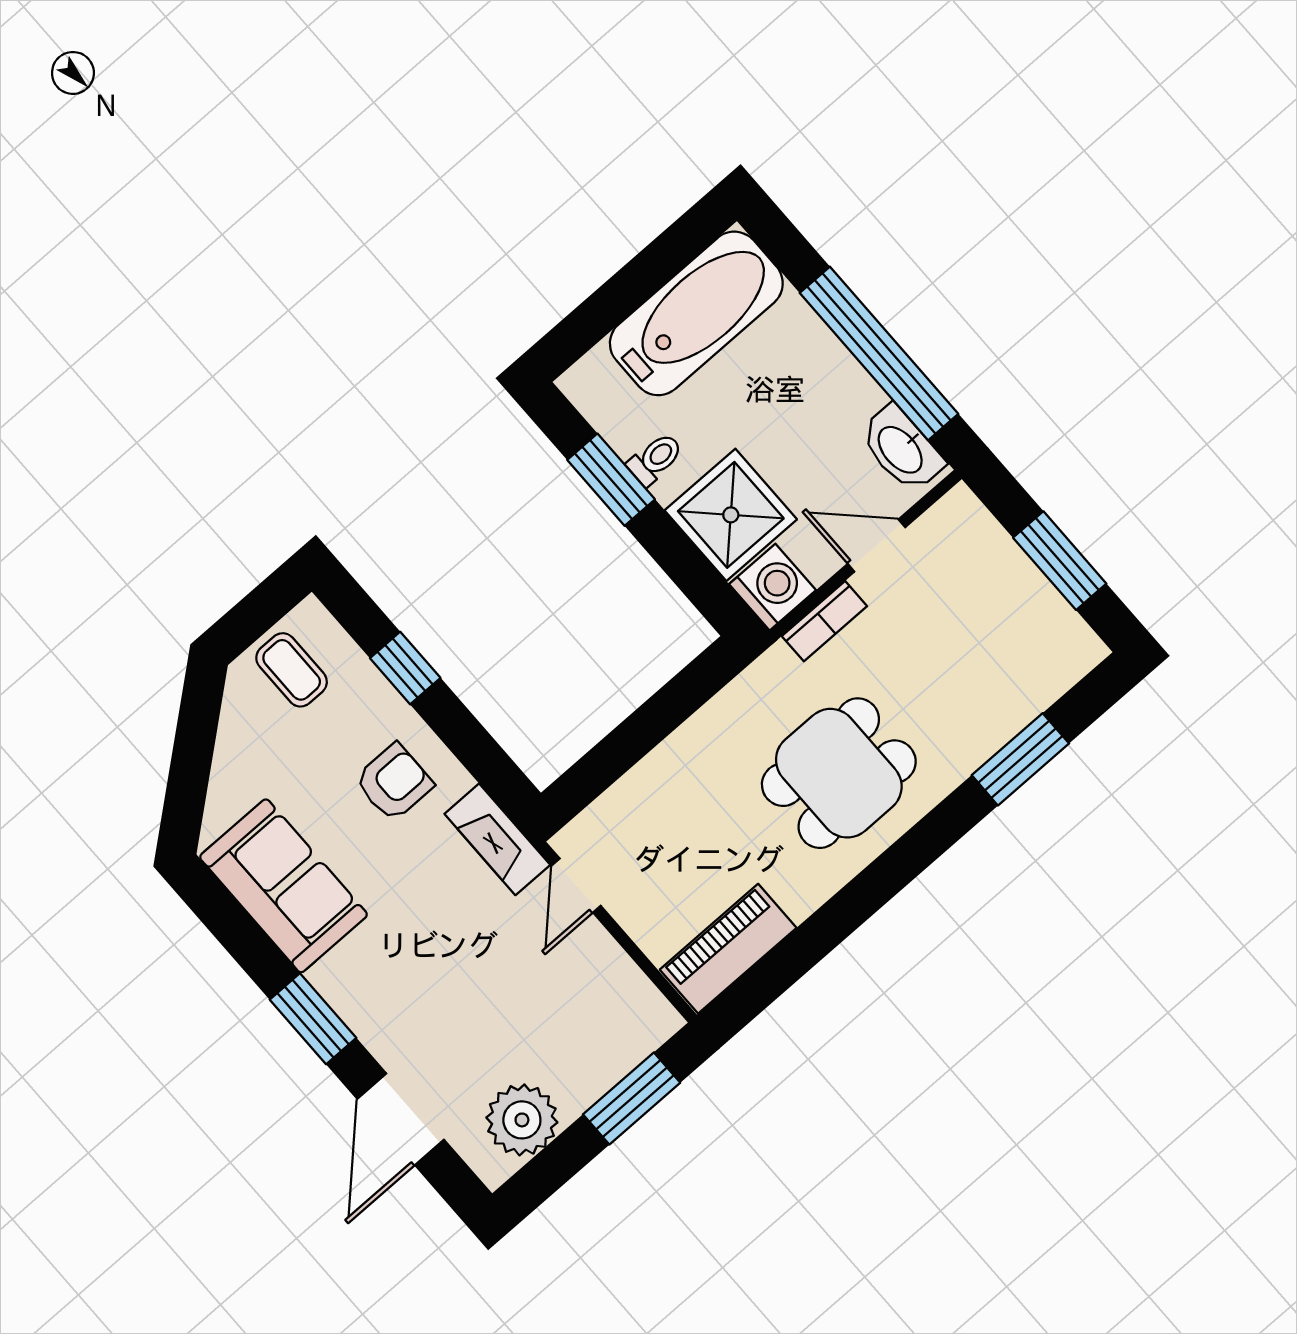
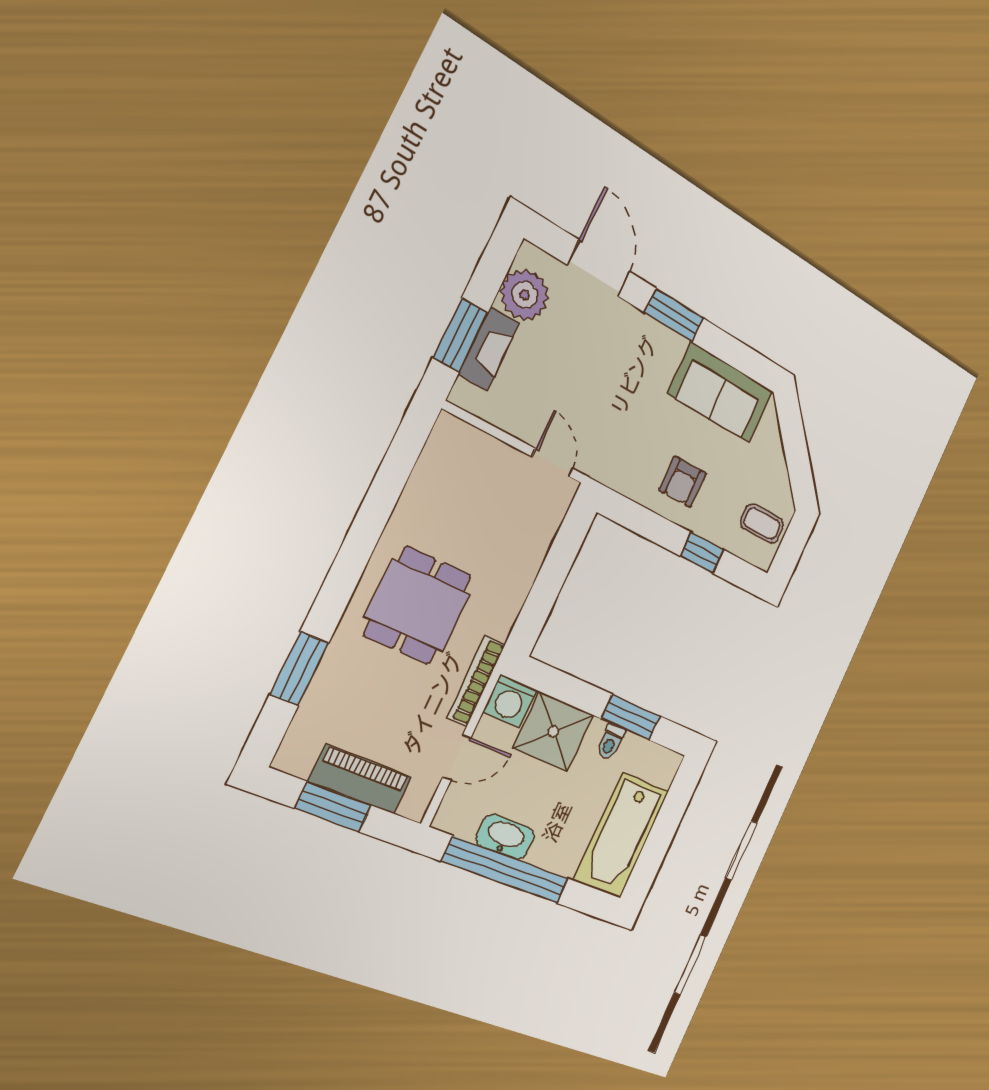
washbasin: (901, 449) -> (505, 837), moved
bookcase: (824, 621) -> (476, 681), width x1.56
fireplace: (497, 839) -> (489, 349), moved, turned 90
piano: (728, 949) -> (360, 779), moved, turned -90

